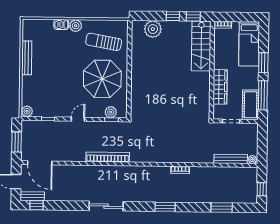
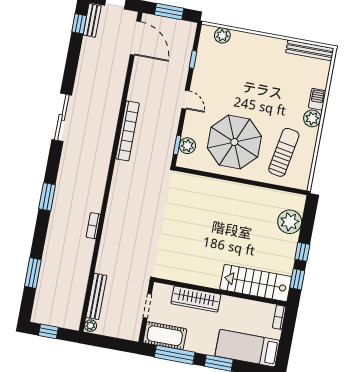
bench: (27, 58) -> (310, 50), moved
plant: (27, 111) -> (222, 35), moved
door: (40, 163) -> (136, 38), swing flipped

